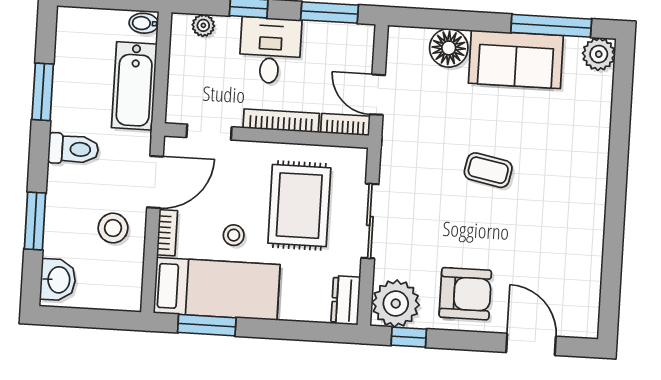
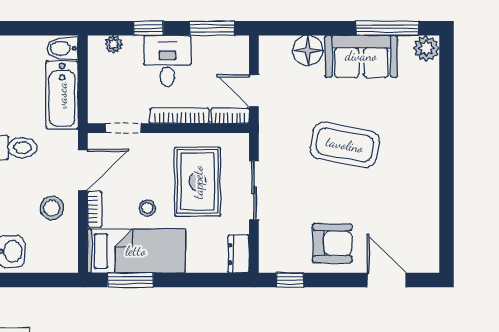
bidet: (144, 23) -> (62, 48), width x1.38, depth x1.36
coffee table: (488, 170) -> (345, 145), width x1.86, depth x1.72
plant: (396, 303) -> (278, 254), removed

